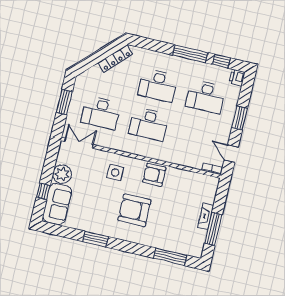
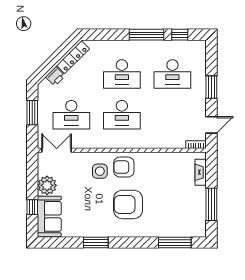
printer: (237, 78) -> (55, 76), moved, turned -135
door: (231, 154) -> (211, 125), swing flipped
armchair: (154, 175) -> (124, 167), moved
fireplace: (206, 216) -> (201, 172), moved

